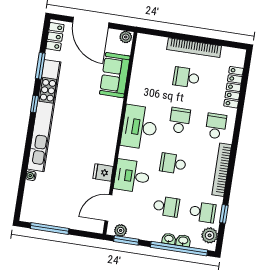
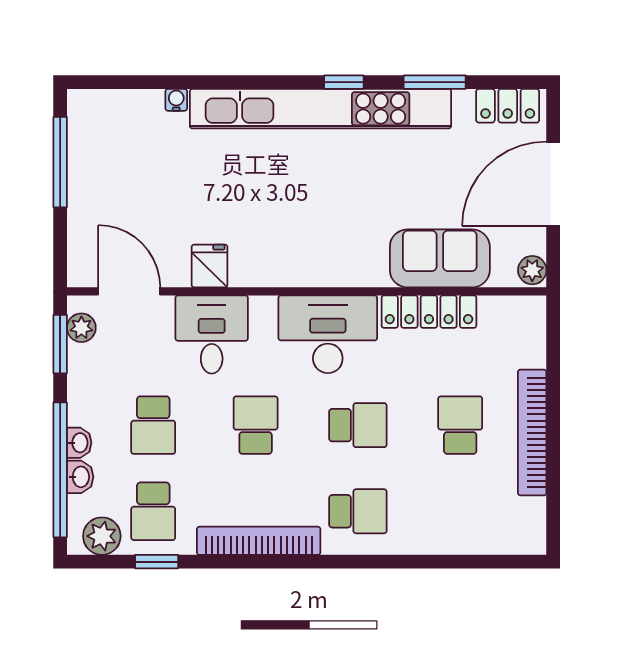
locker: (234, 87) -> (429, 312), moved, turned 180

